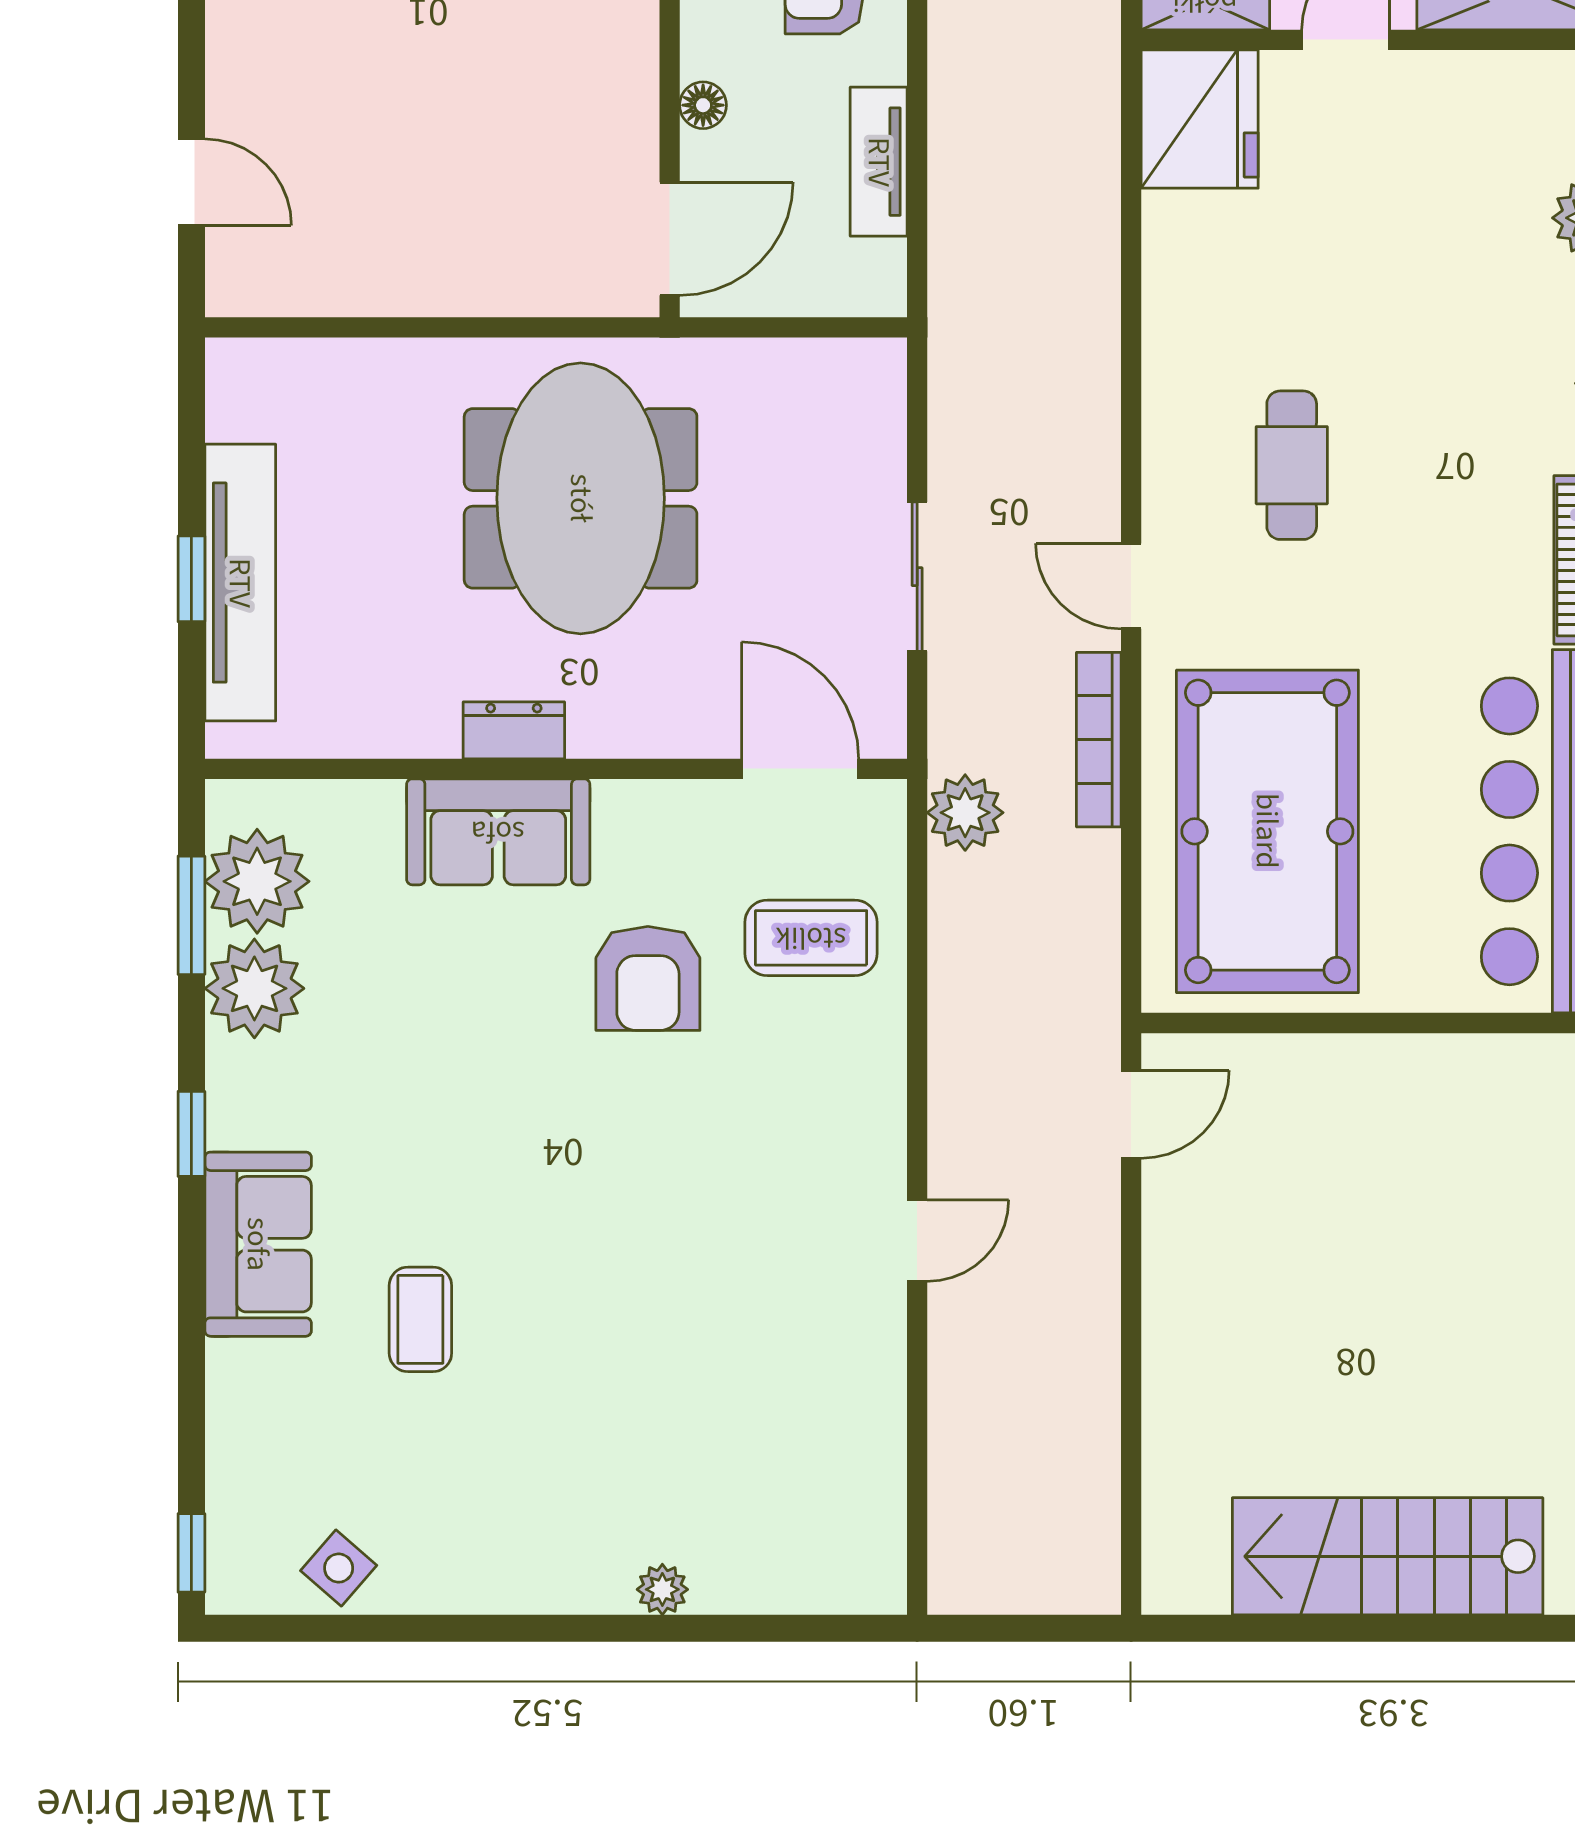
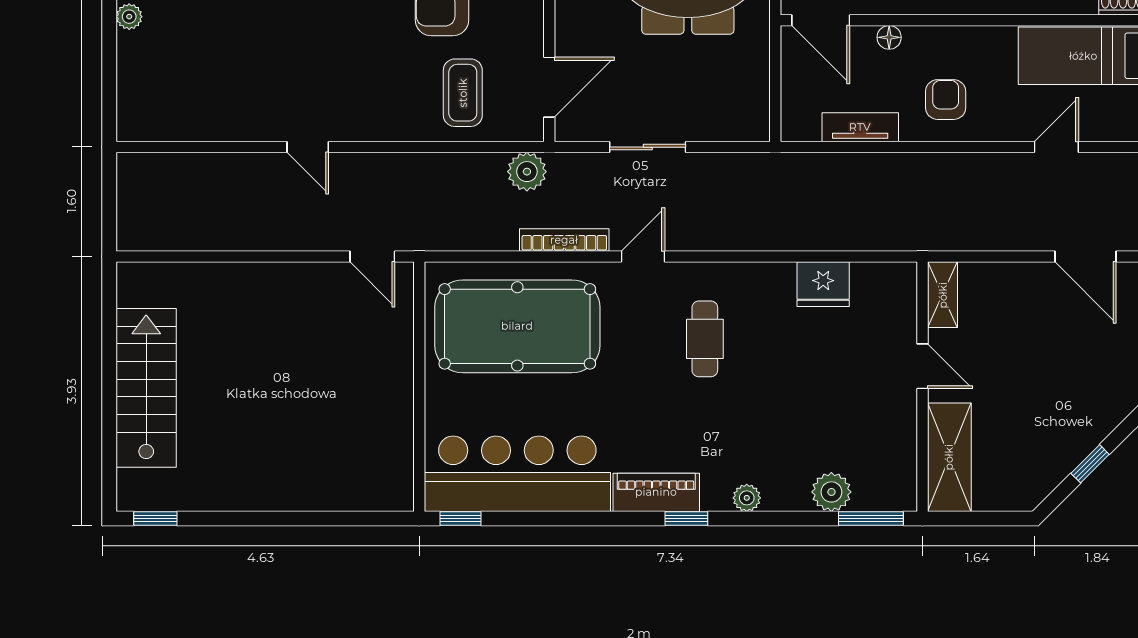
fridge: (1200, 119) -> (823, 284), moved, width x0.73, depth x0.75
cafe table: (1292, 465) -> (705, 339), turned 90

